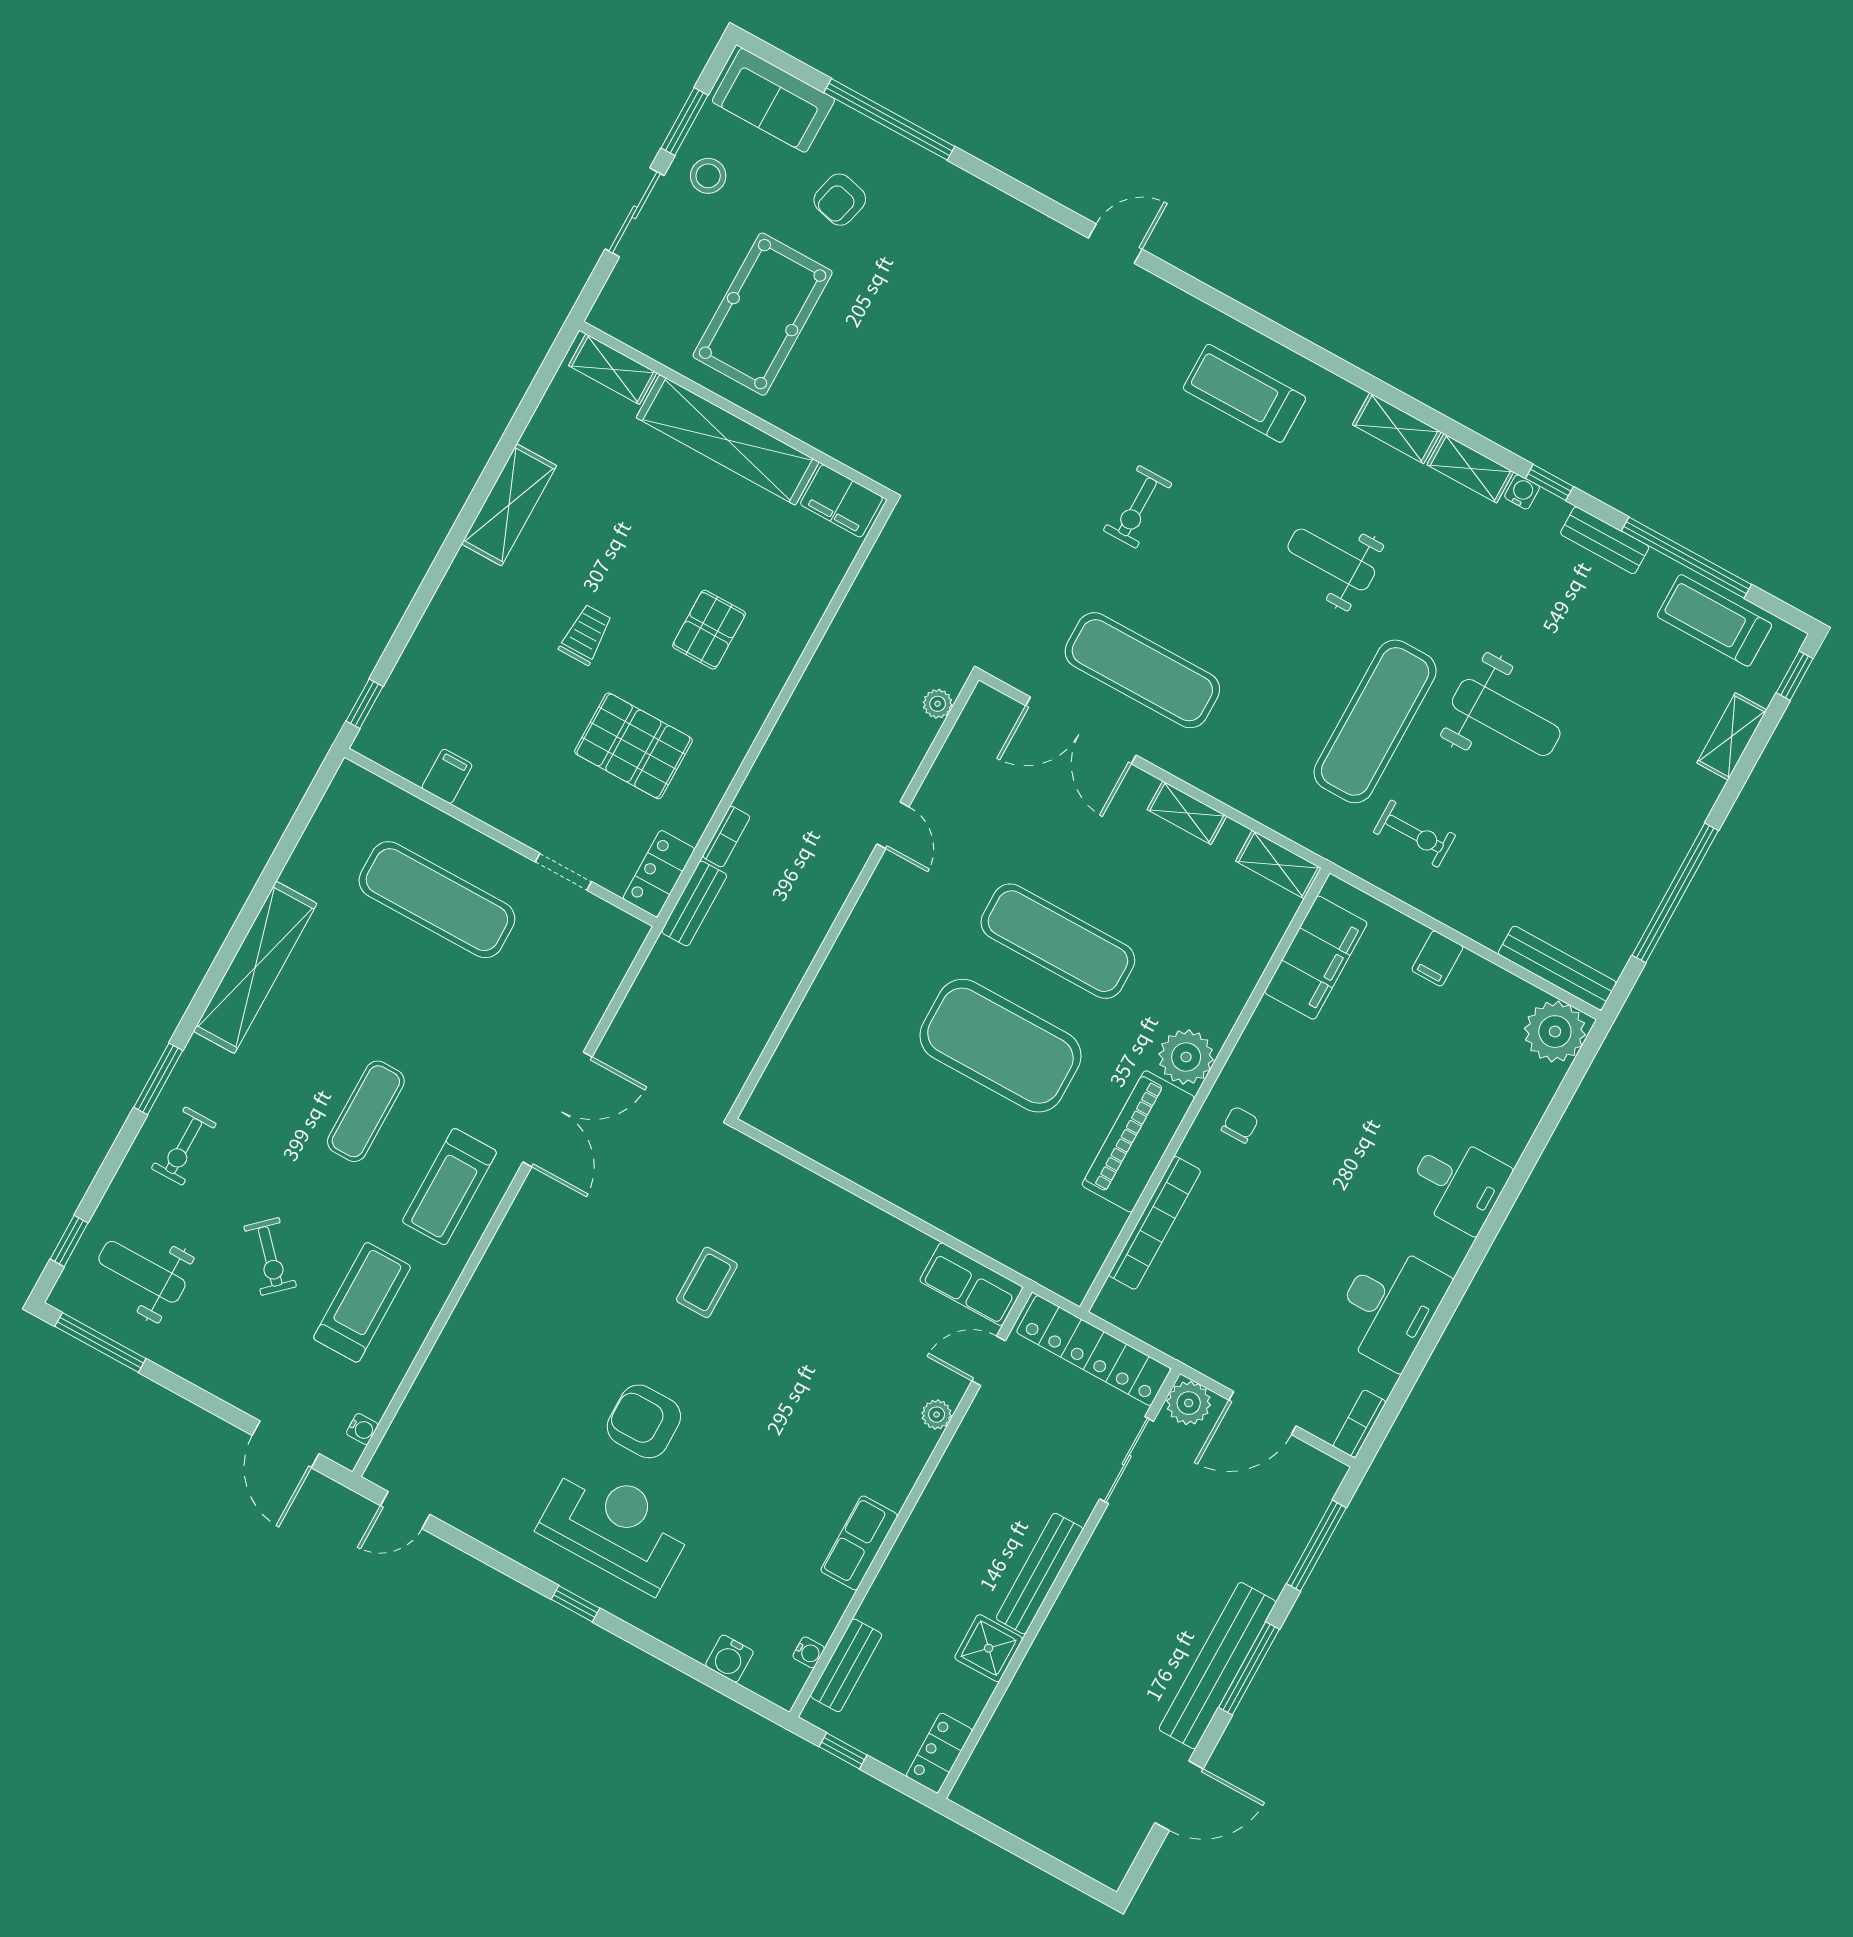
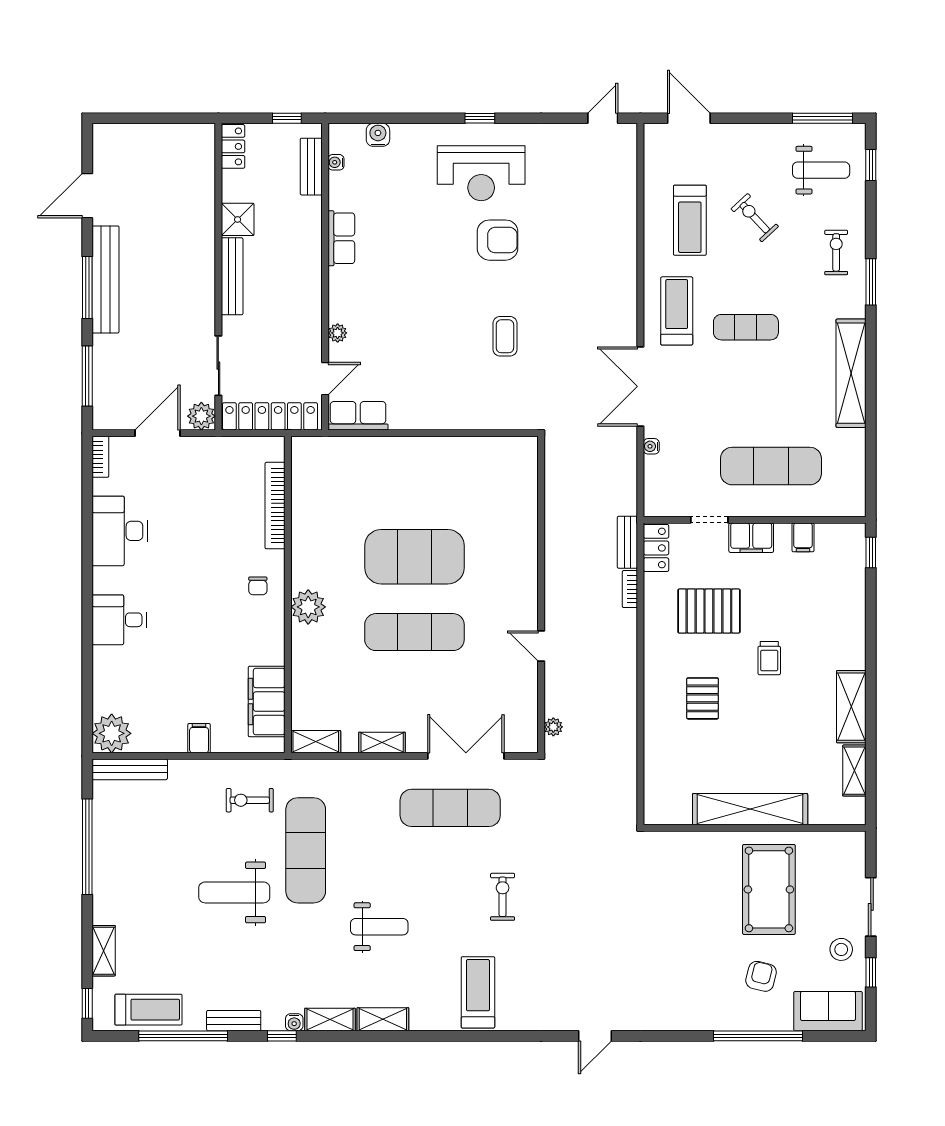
window: (685, 122) -> (871, 972), width x0.67
shelving: (613, 369) -> (854, 771), moved, turned 90
treadmill: (1244, 393) -> (478, 992), turned -90
filing cabinet: (842, 501) -> (751, 538), moved, turned 180
exercise mat: (366, 1111) -> (746, 327), turned 90
piano: (1138, 1141) -> (309, 546), removed
water cooler: (362, 1429) -> (651, 446), moved

